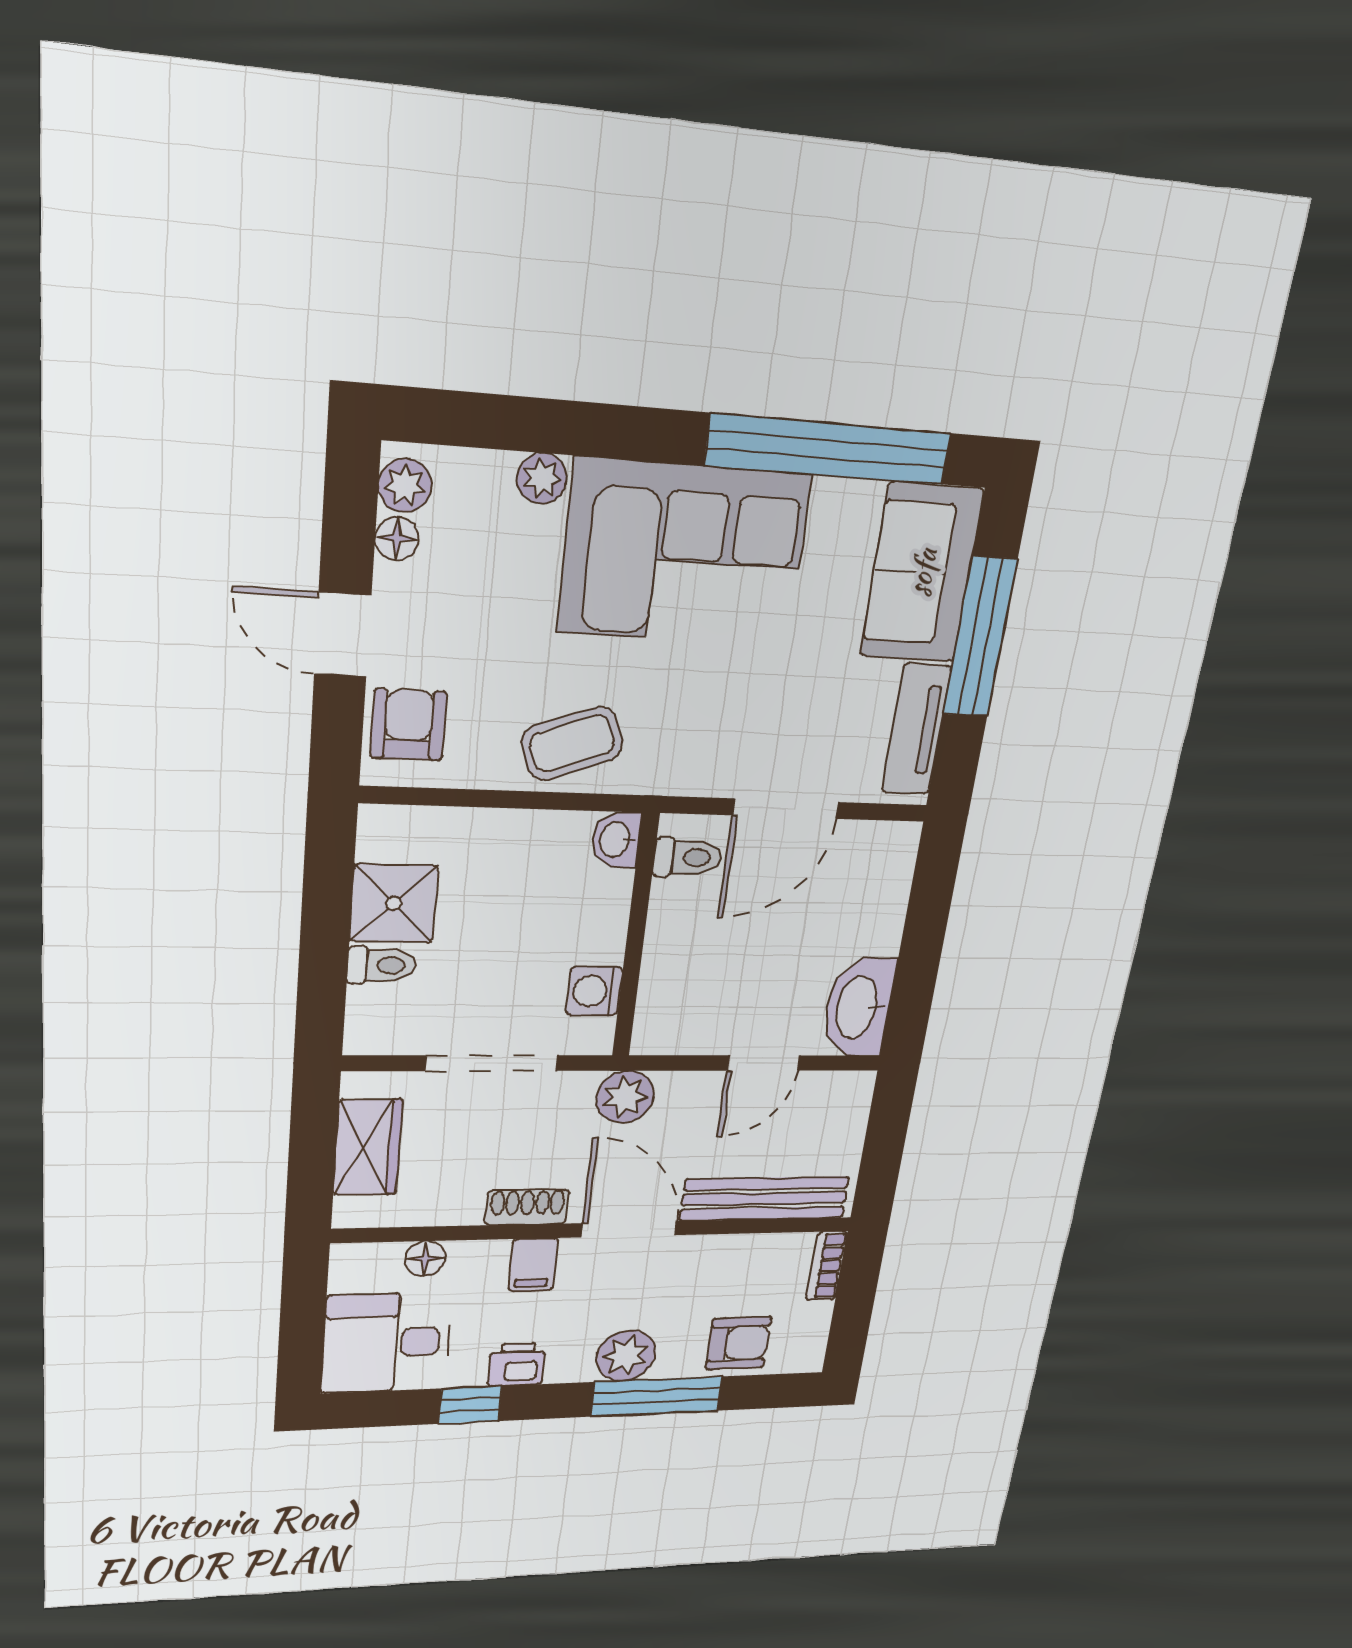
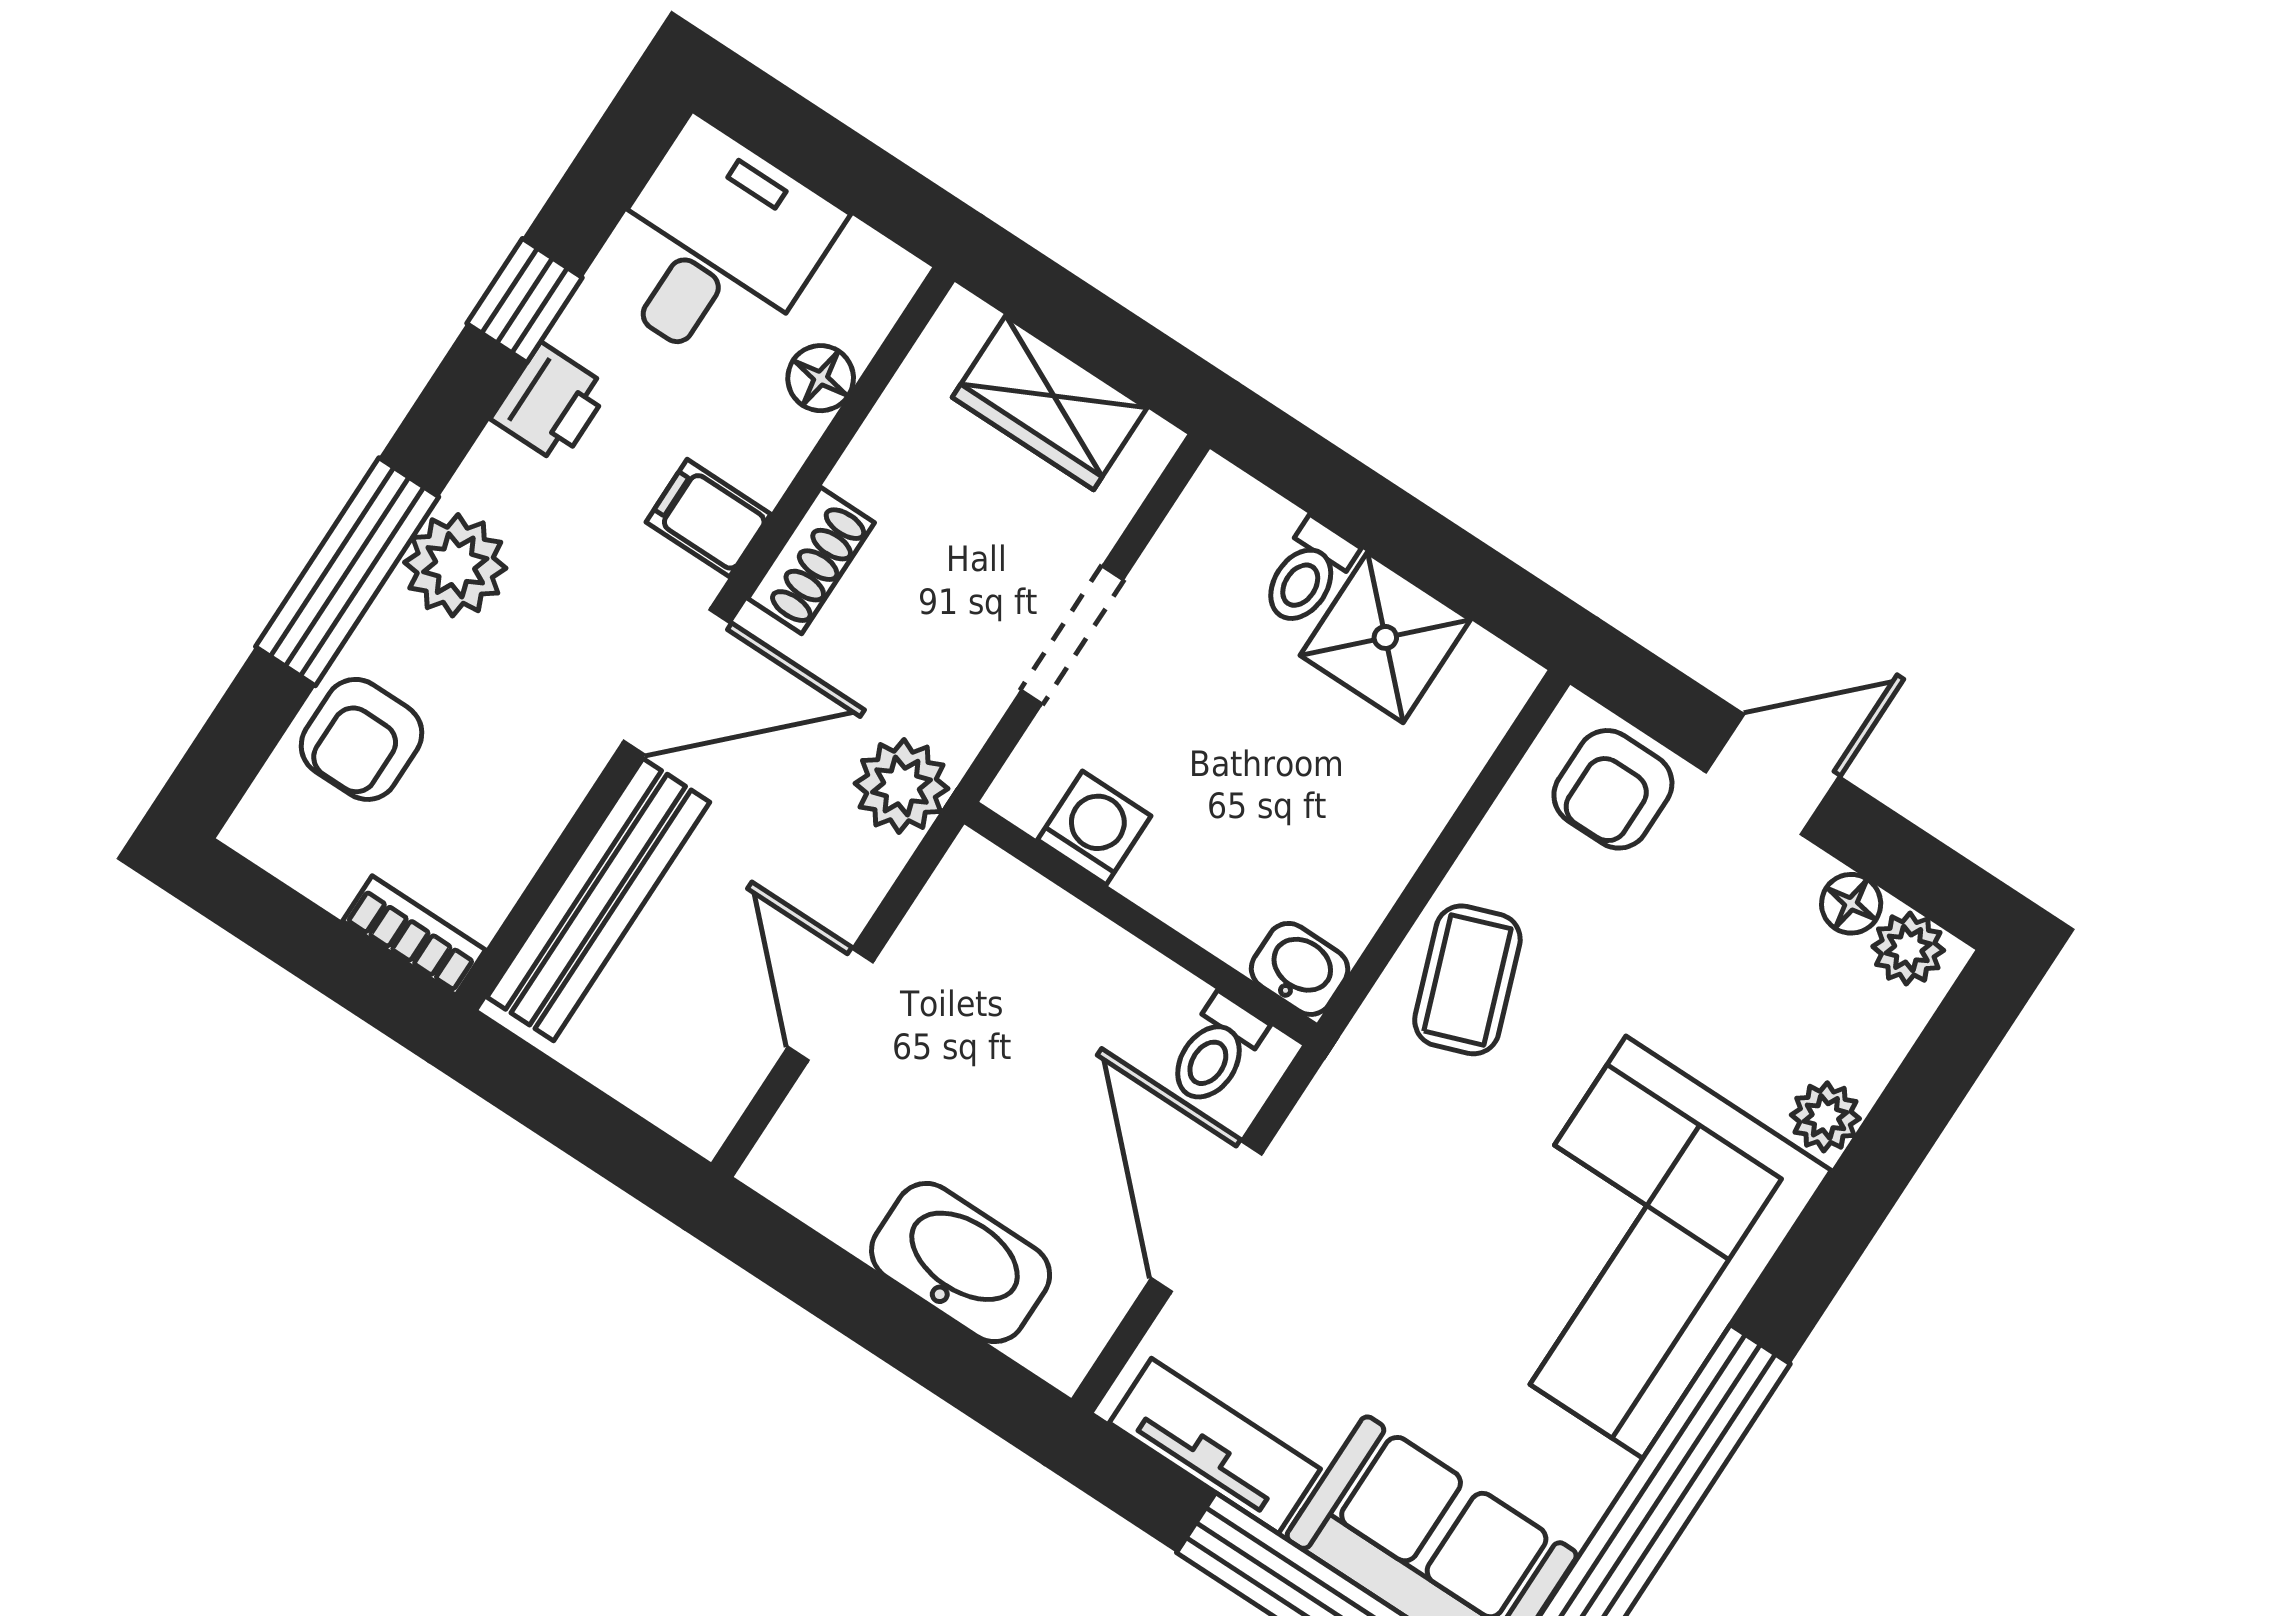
armchair: (408, 725) -> (1613, 789), turned 90
washbasin: (858, 1007) -> (961, 1263), moved
doorway: (492, 1063) -> (1072, 635), width x0.73

